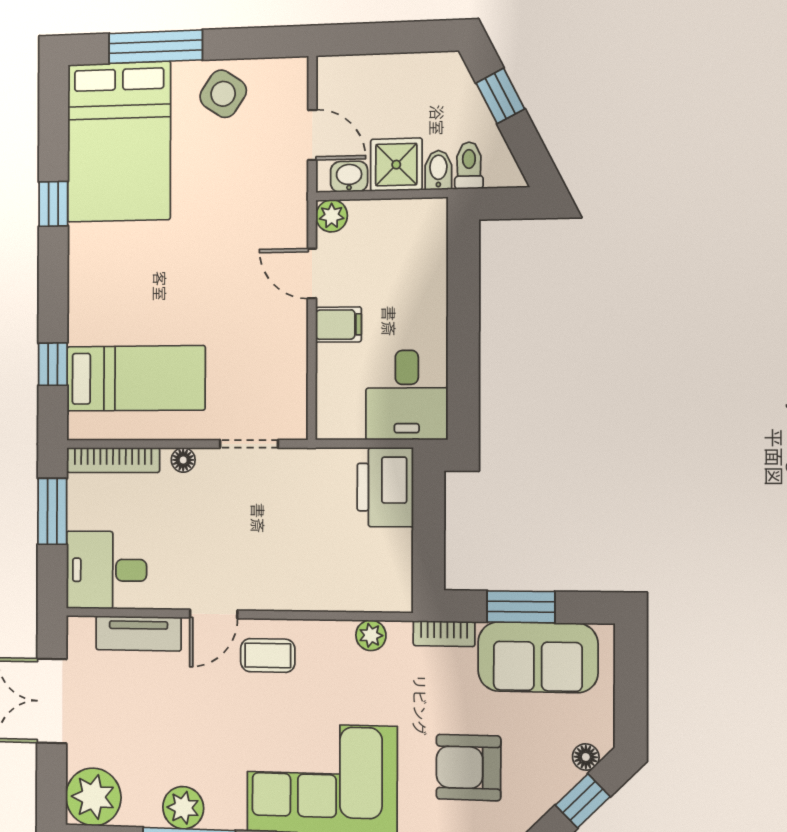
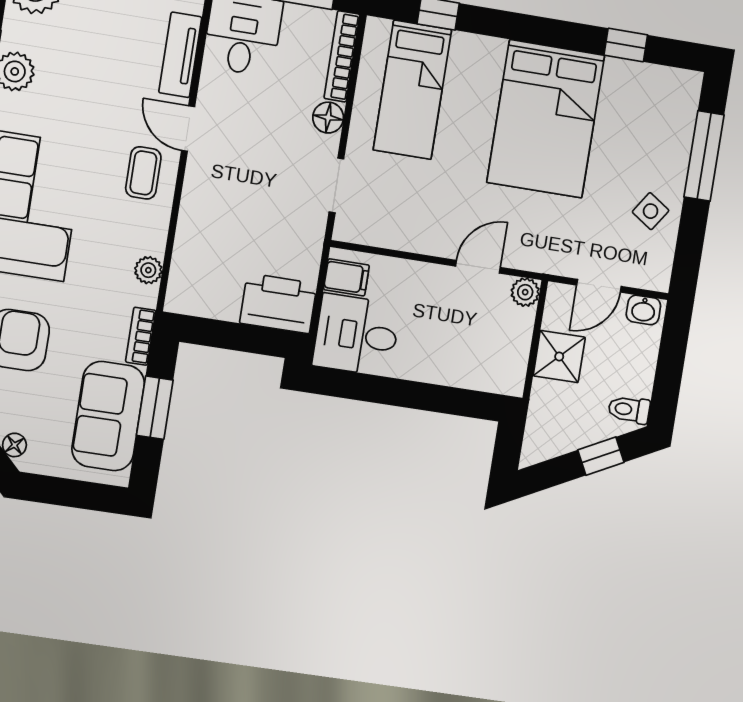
side table: (223, 94) -> (651, 211), width x0.73, depth x0.73
bed: (119, 142) -> (546, 119), moved, turned -90
toilet: (469, 166) -> (629, 410), moved, turned 180
bidet: (438, 170) -> (548, 393), removed
washbasin: (349, 177) -> (643, 310), moved, turned 90
window: (53, 204) -> (626, 45), moved
filing cabinet: (338, 325) -> (346, 277), moved, turned -90
floor lamp: (183, 460) -> (328, 118), width x1.37, depth x1.37

